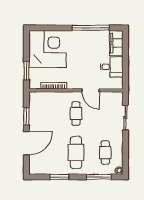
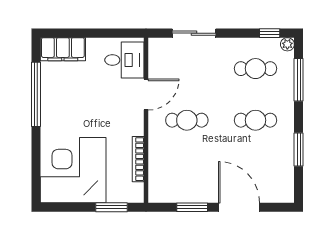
desk: (112, 67) -> (124, 60), moved, turned 90
cafe table: (76, 152) -> (256, 120), width x0.73, depth x0.74
window: (125, 160) -> (270, 33), added

